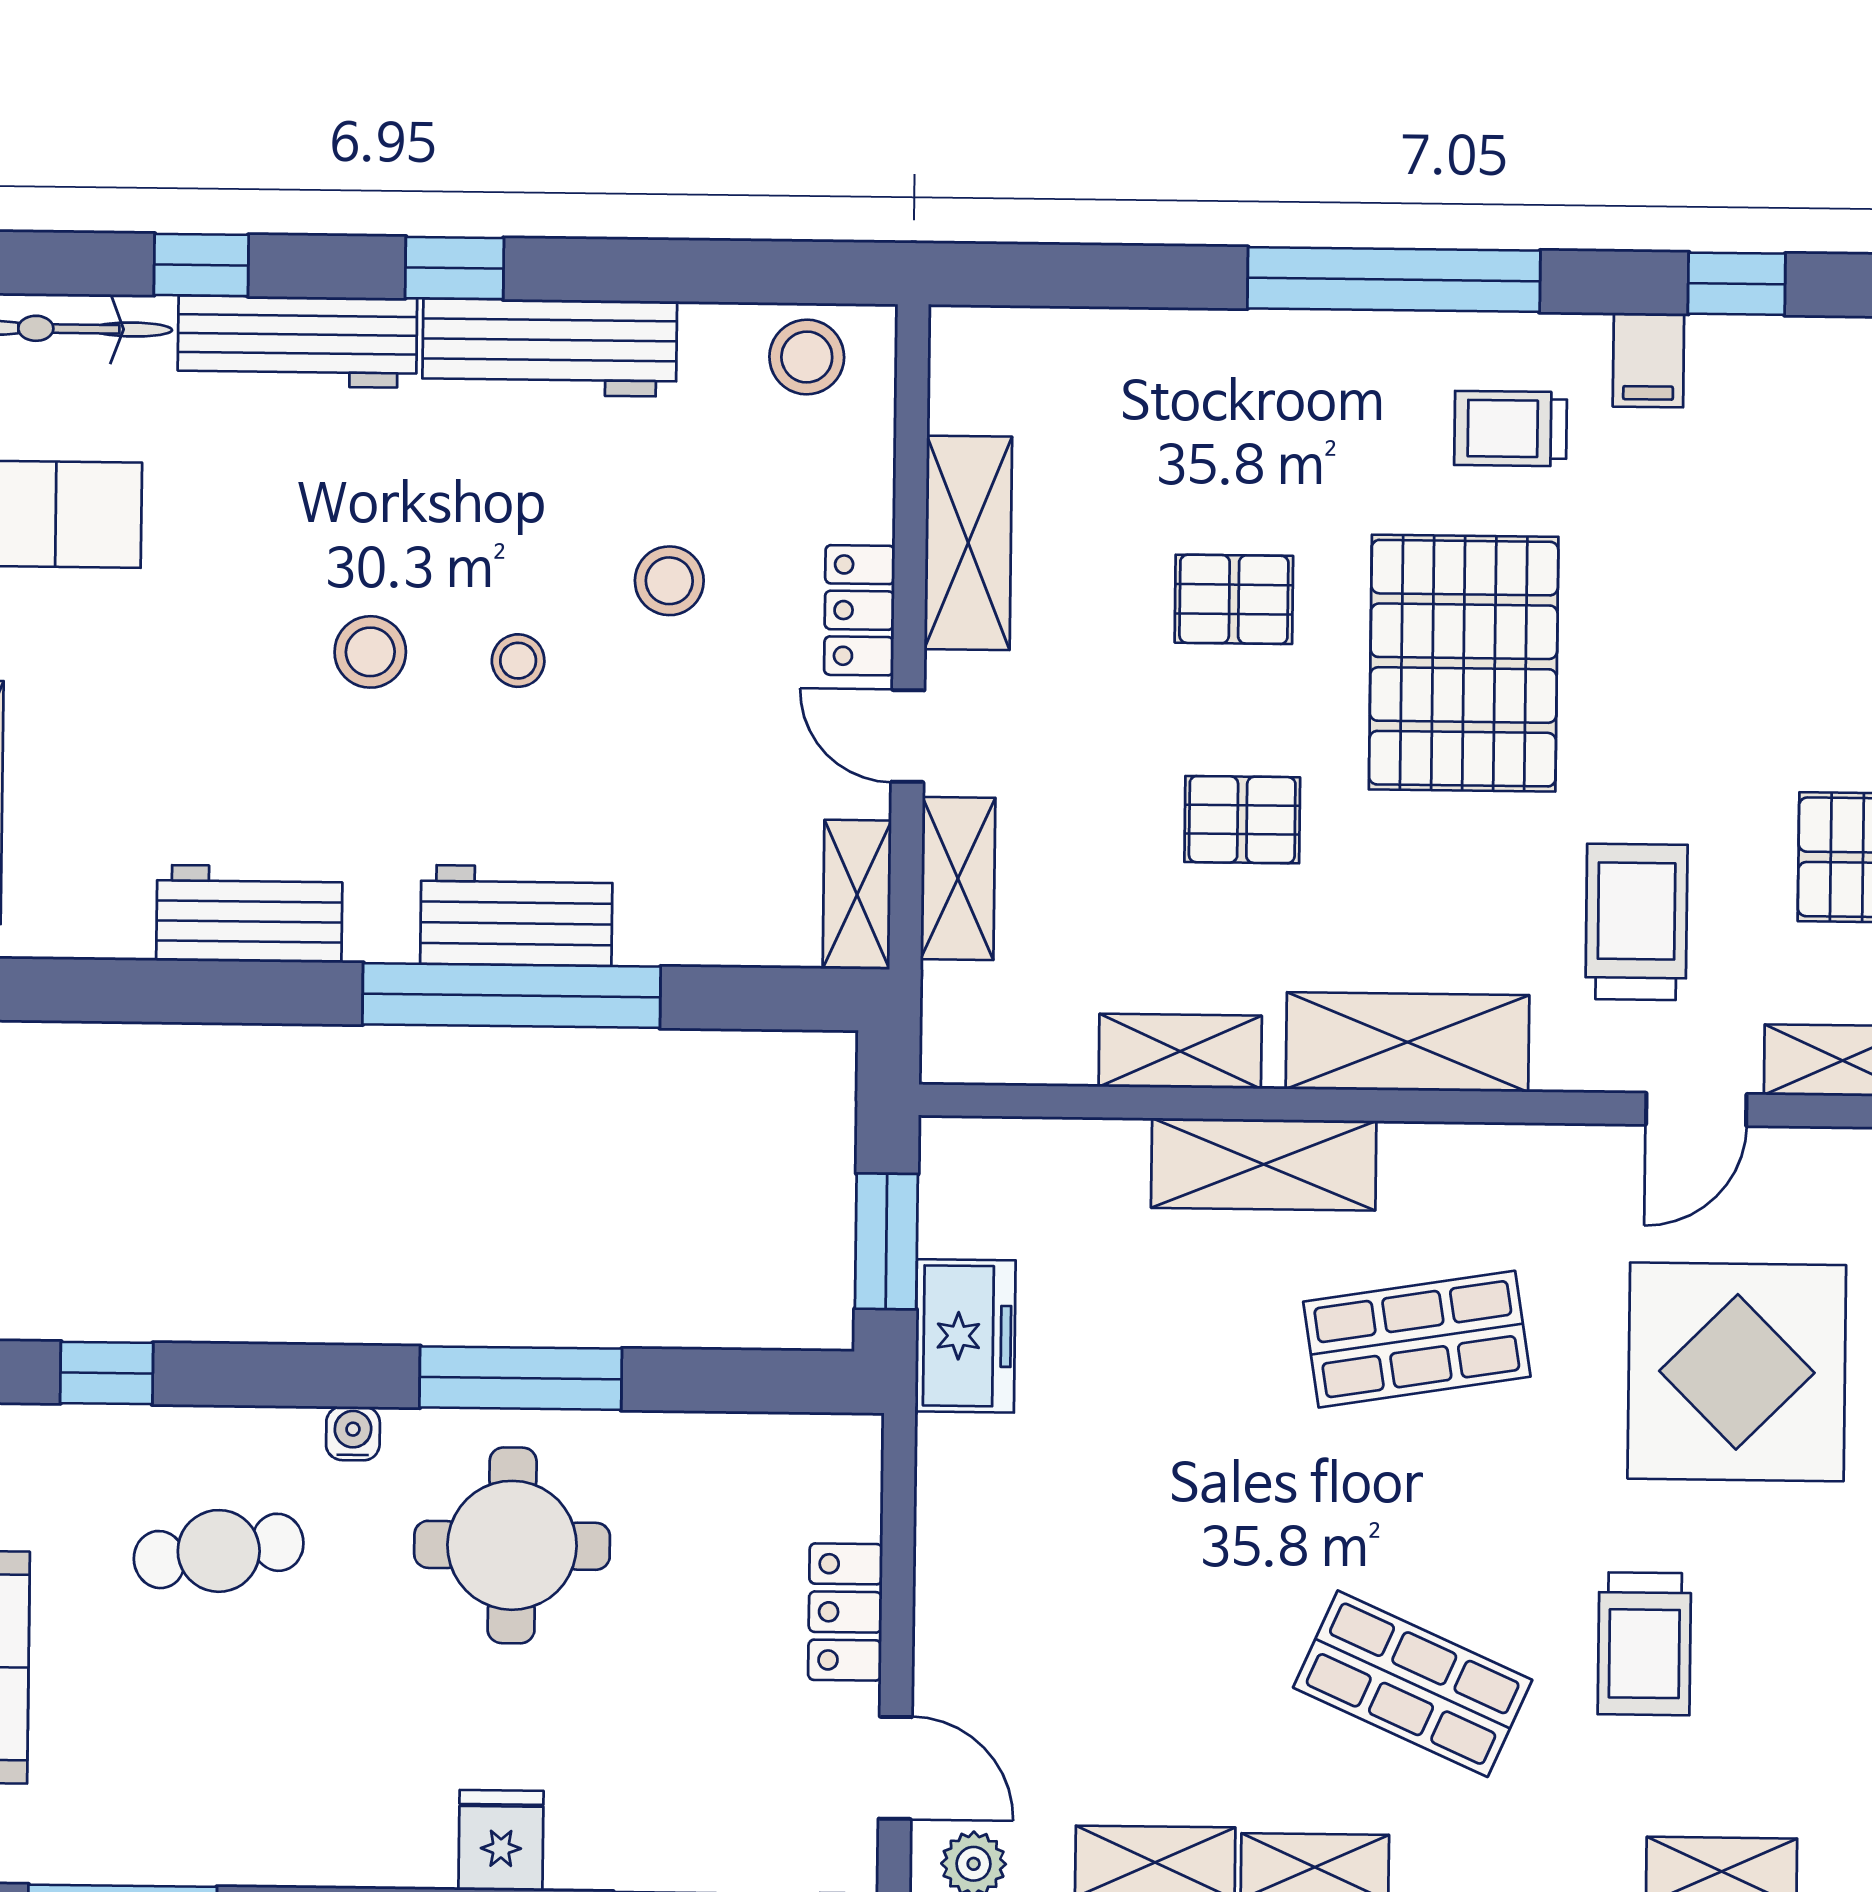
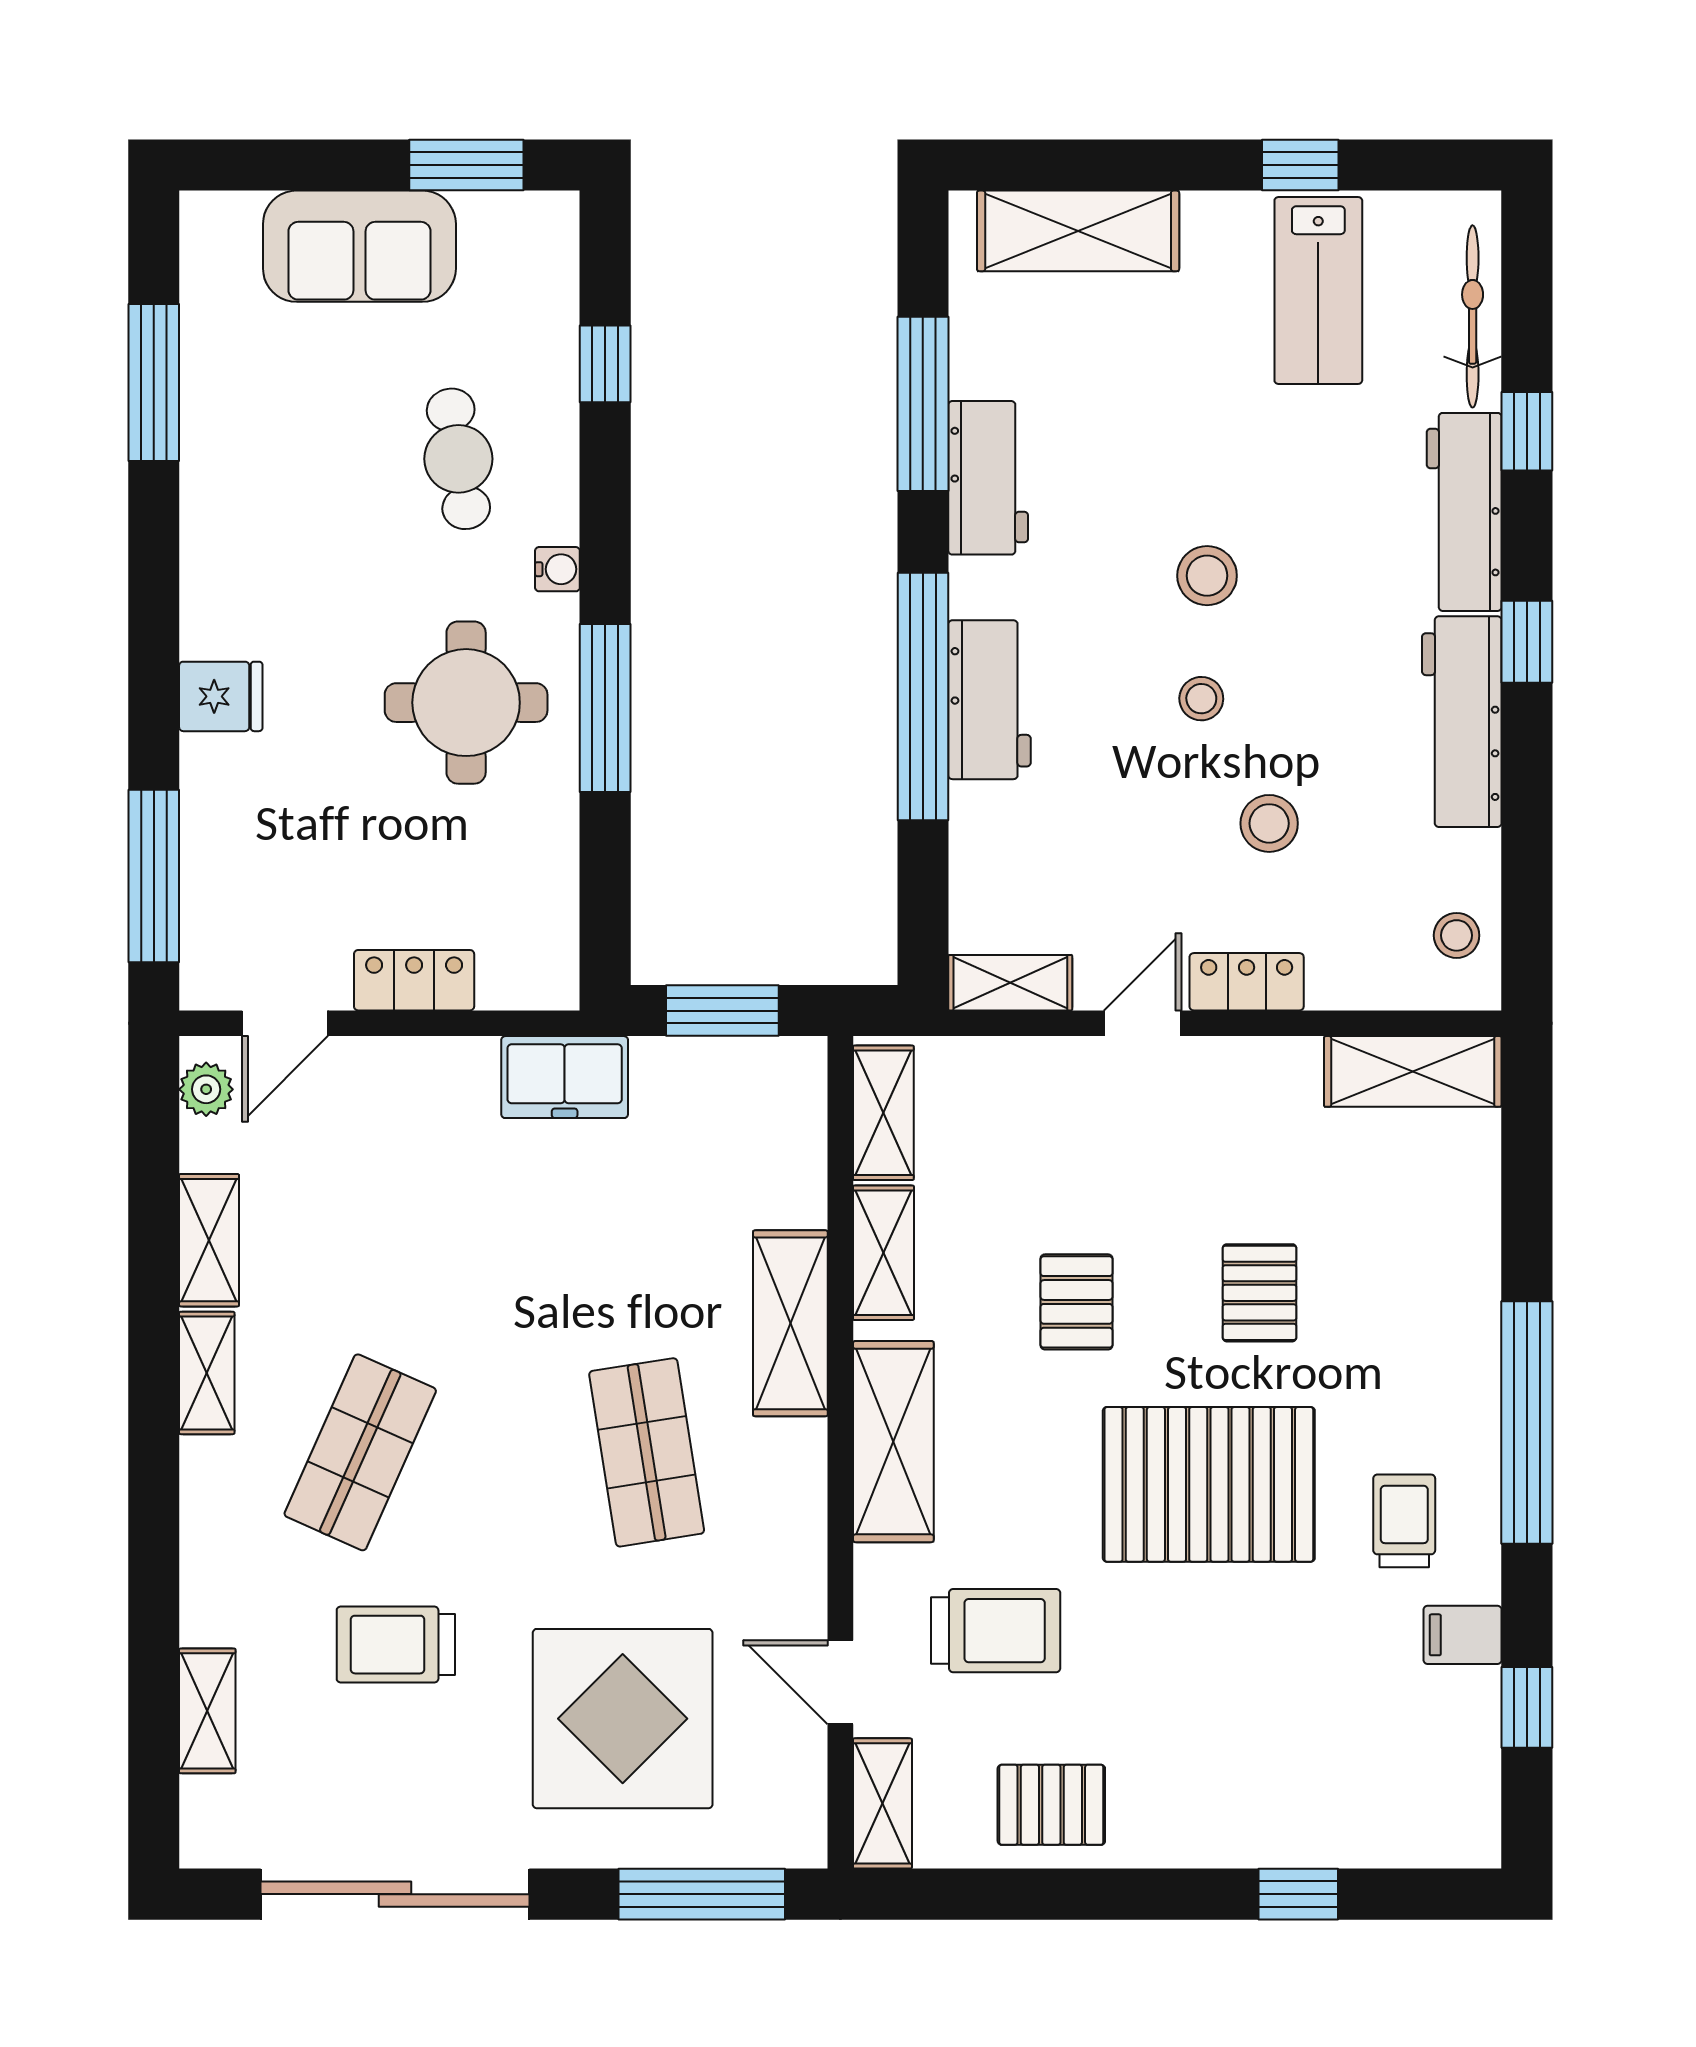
stool: (807, 357) -> (1457, 935), width x0.73, depth x0.73
shelving: (968, 543) -> (1413, 1071), moved
shelving: (958, 878) -> (883, 1113), moved, turned 90
window: (159, 991) -> (923, 404), added
freezer: (965, 1336) -> (565, 1077), moved

